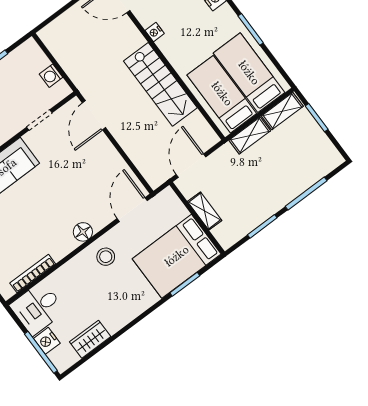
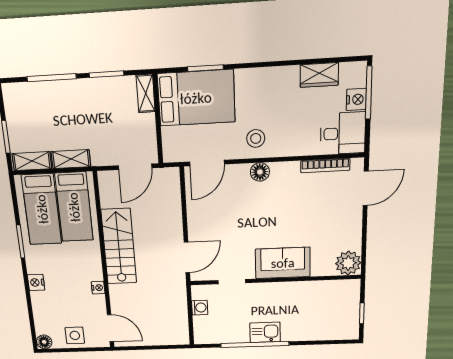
shelving: (205, 211) -> (146, 93), moved

